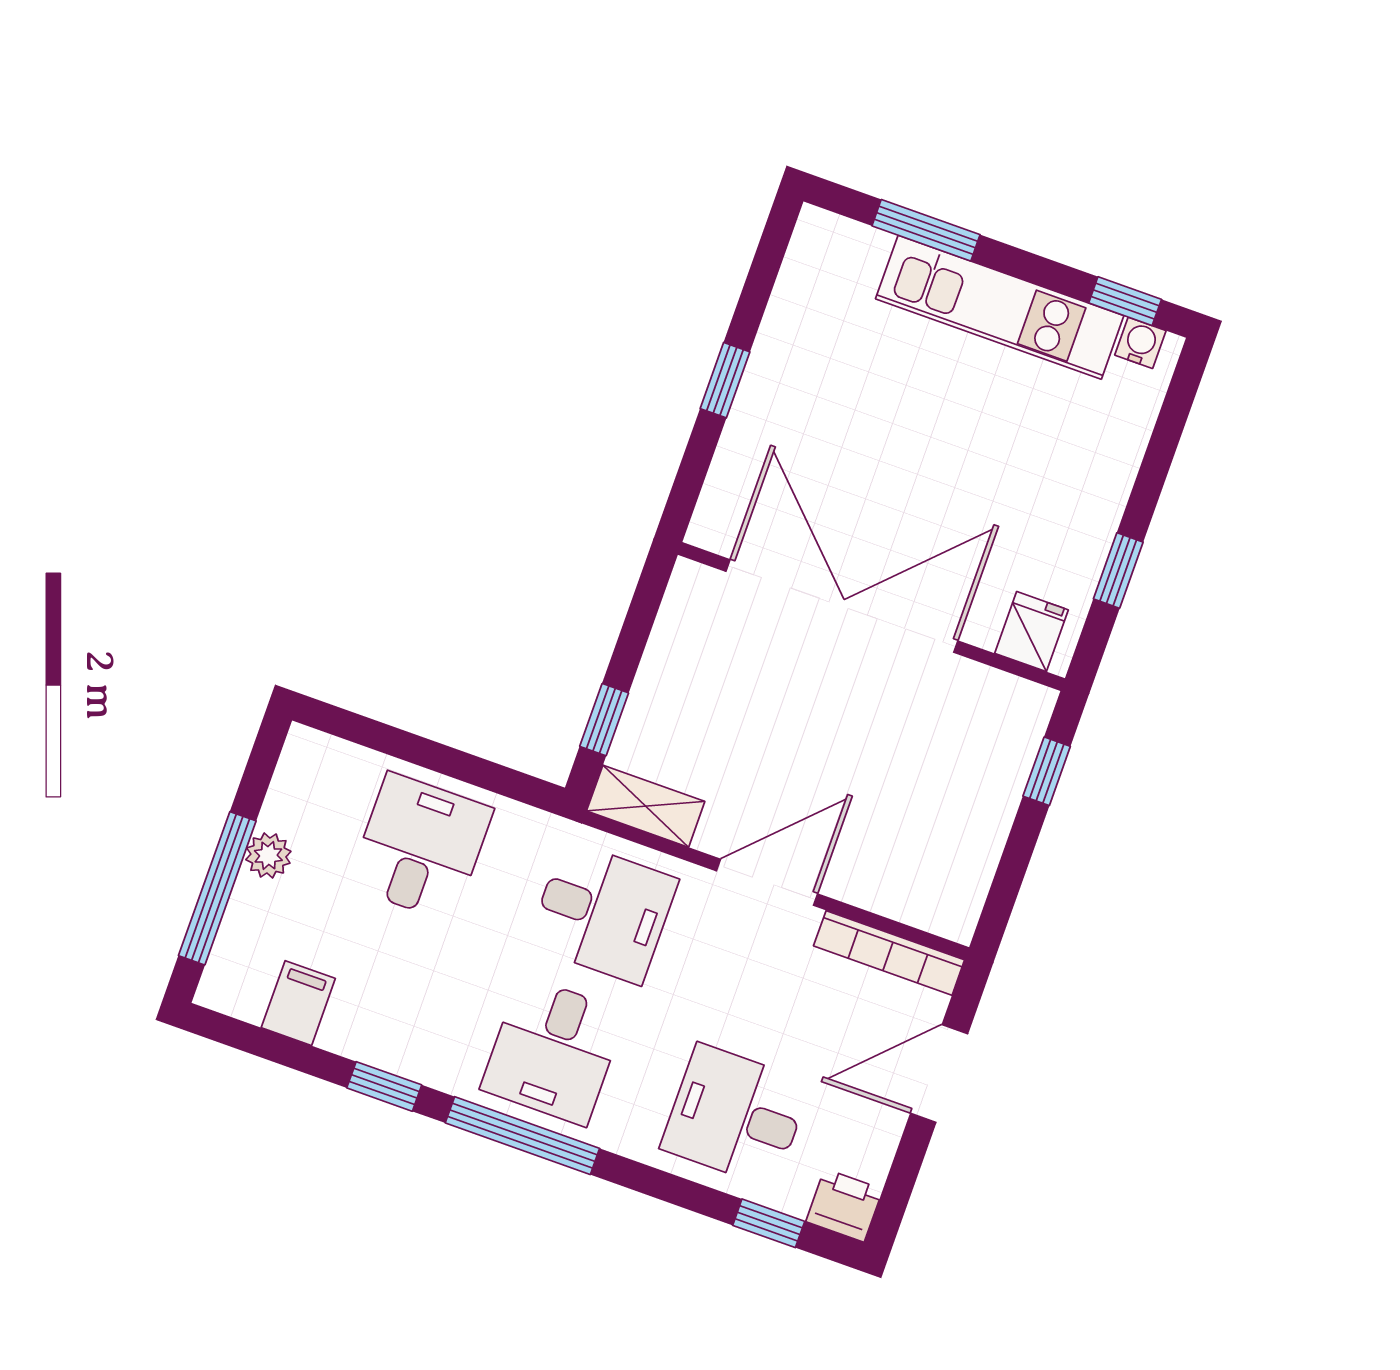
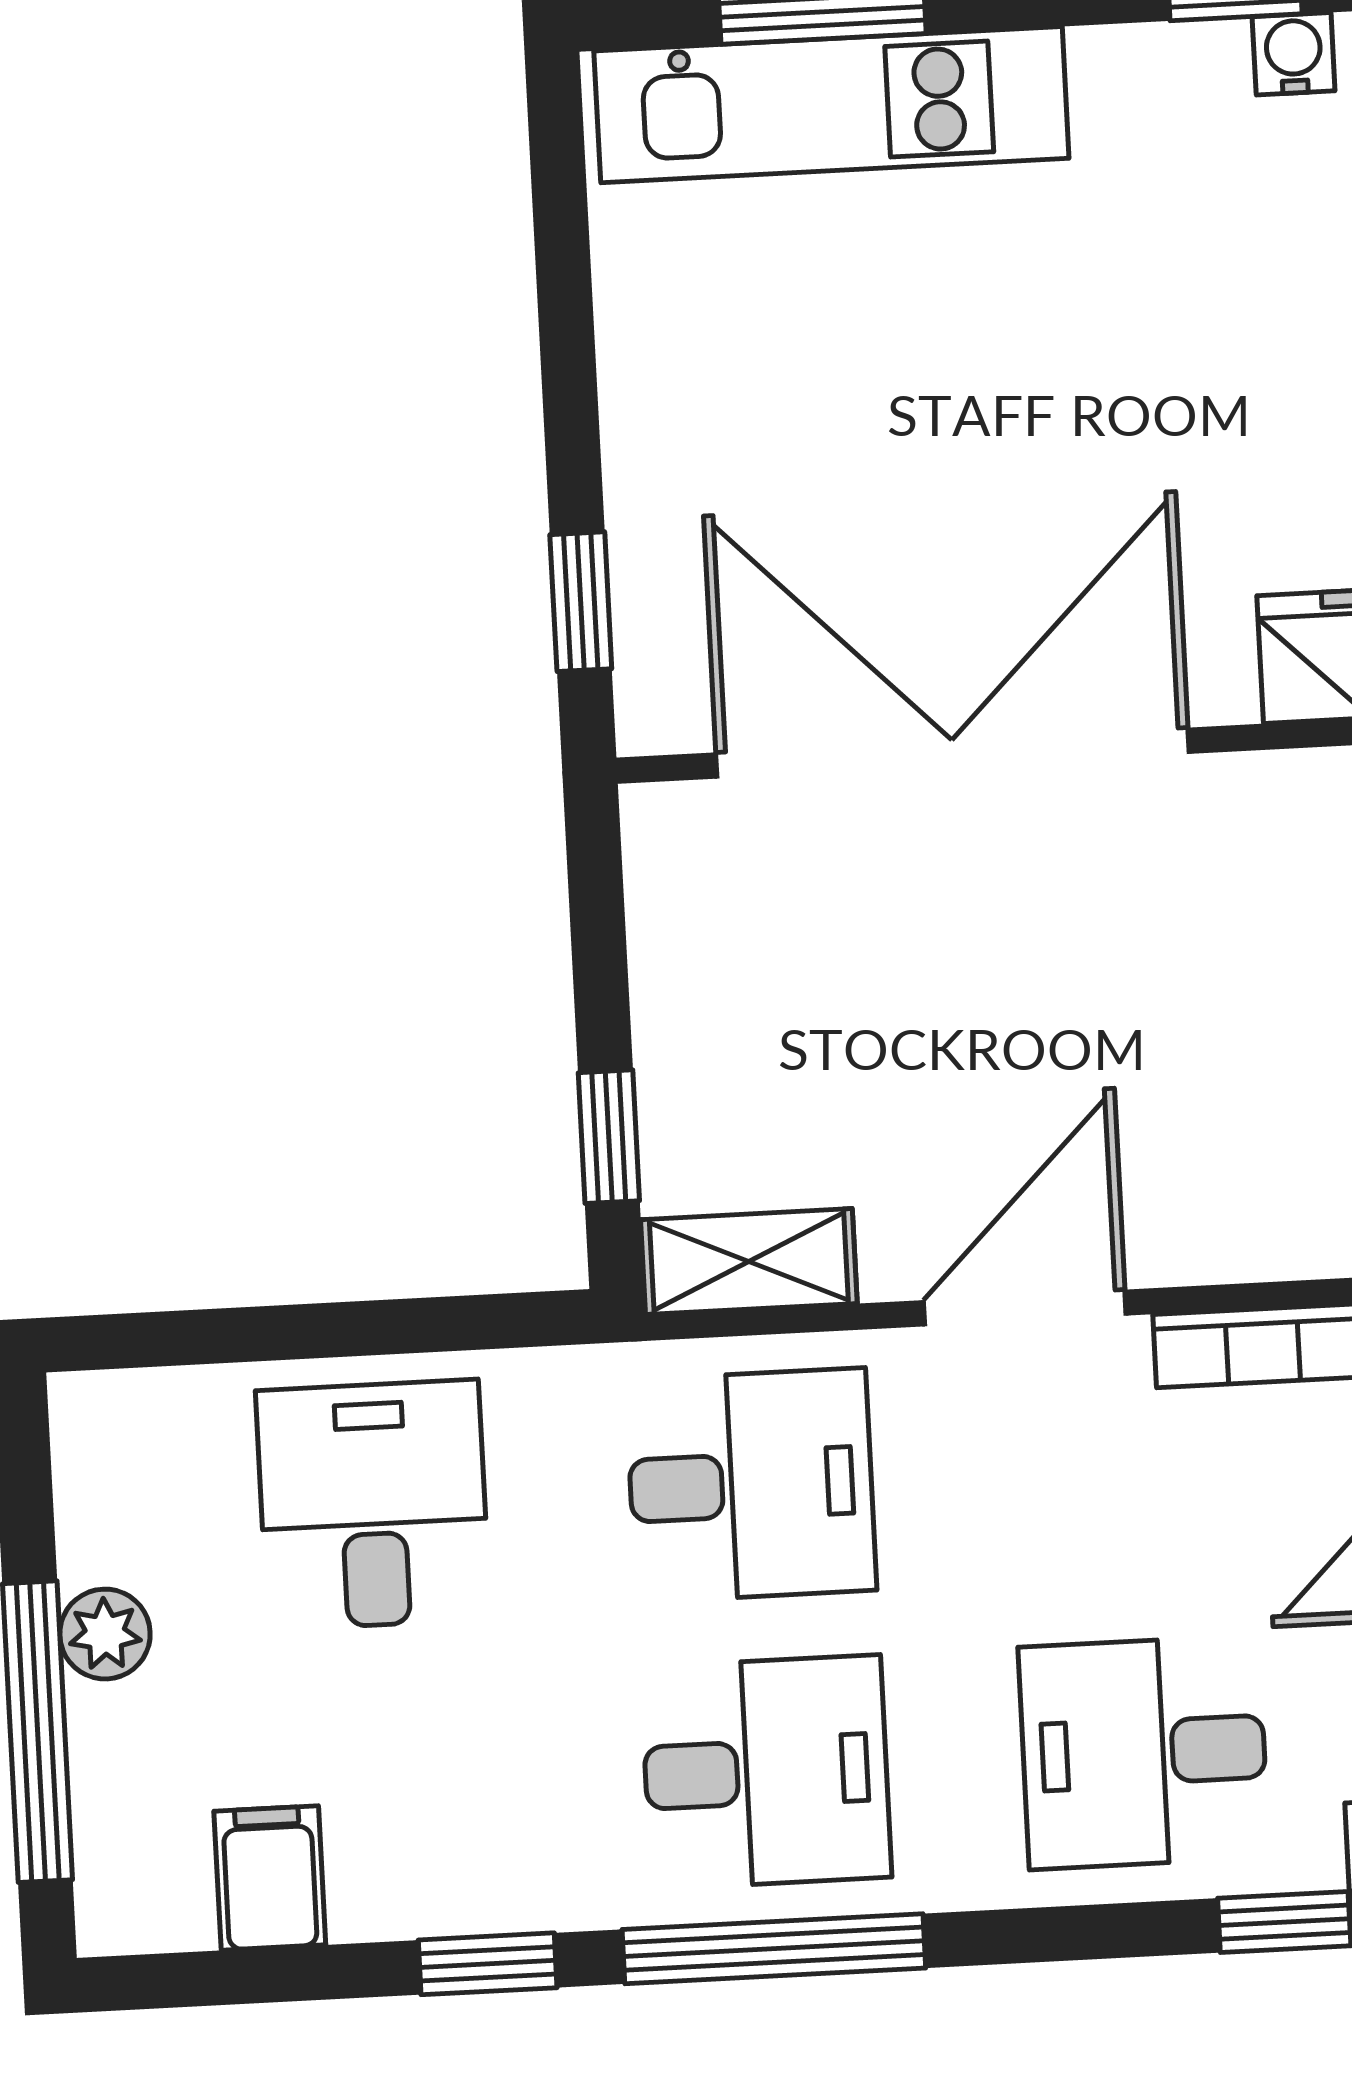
kitchen unit: (1000, 307) -> (831, 105), moved
window: (725, 380) -> (581, 602), moved
desk: (553, 1051) -> (766, 1772), turned -90

